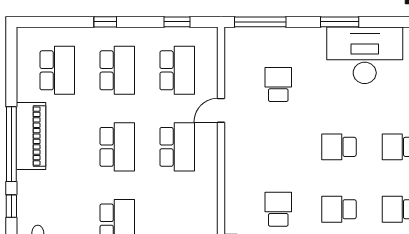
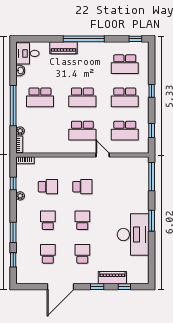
school desk: (278, 84) -> (82, 187), moved
piano: (31, 136) -> (64, 48), moved, width x0.73, depth x0.75
window: (11, 206) -> (135, 39), moved

